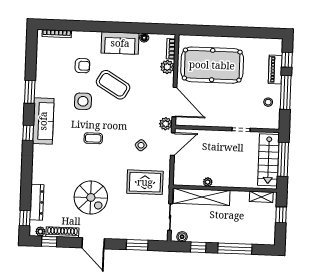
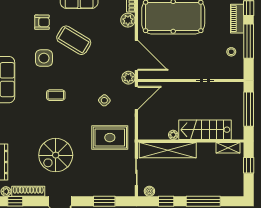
stairs: (268, 160) -> (205, 130), moved, turned 90
spiral stairs: (91, 197) -> (56, 155), turned 90

